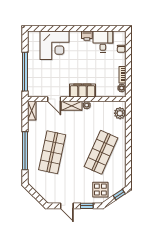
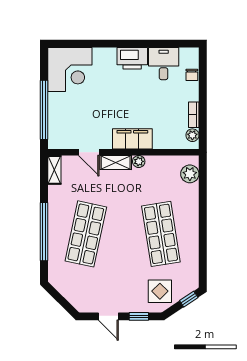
printer: (87, 36) -> (132, 58), width x1.87, depth x1.48
corner desk: (55, 45) -> (70, 70), moved
shop shelf: (101, 152) -> (161, 234), turned -33

